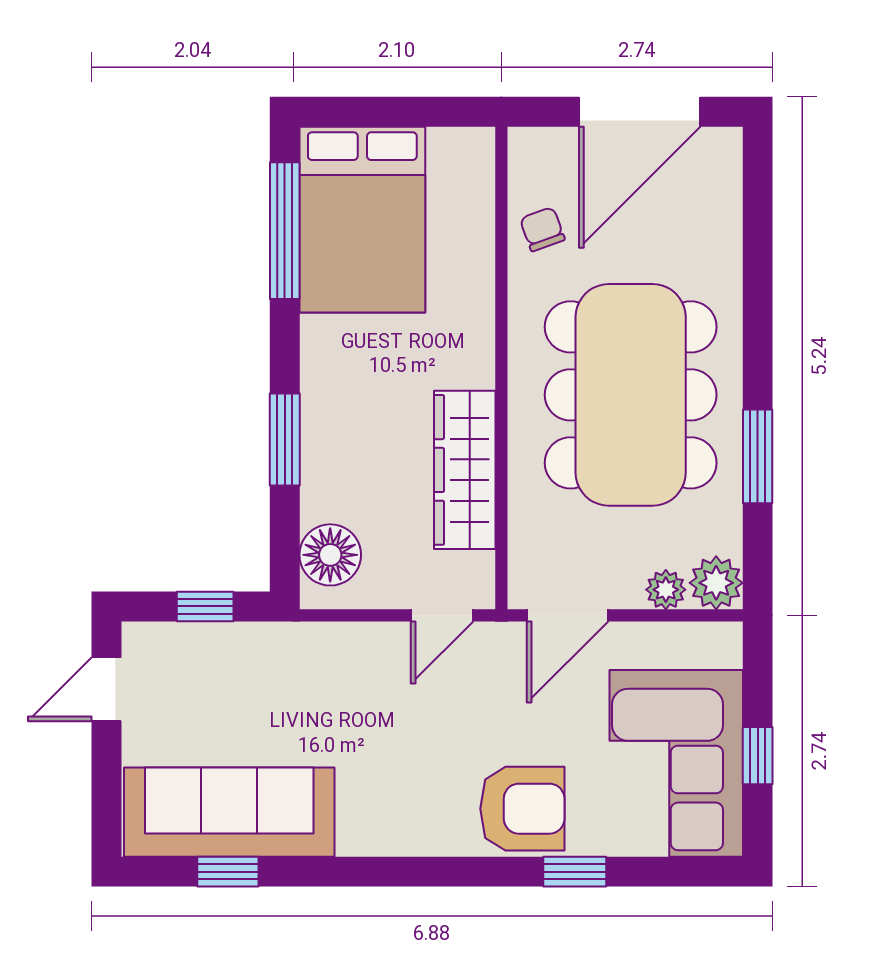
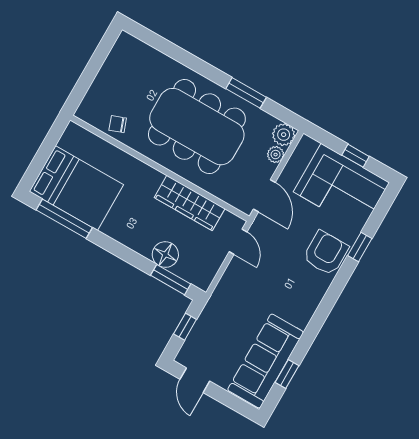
door: (640, 112) -> (95, 64), removed
window: (285, 439) -> (171, 280), moved
floor lamp: (330, 555) -> (165, 255), moved

